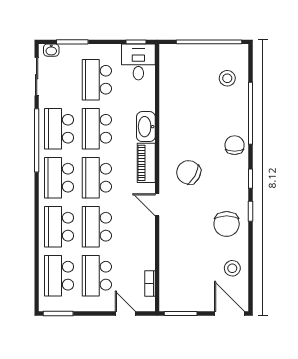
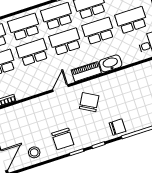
chair: (227, 224) -> (63, 139), turned -90

